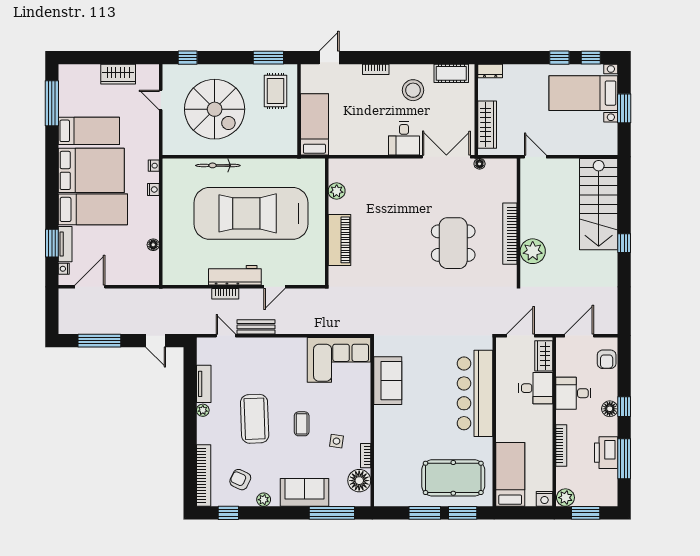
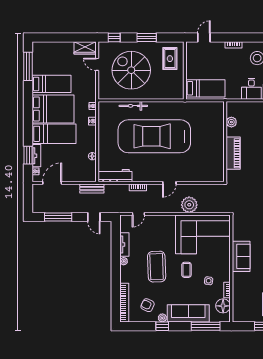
window: (268, 58) -> (147, 37), moved
wardrobe: (118, 74) -> (85, 48), moved
spiral stairs: (215, 109) -> (131, 70), turned 180
bed: (314, 124) -> (205, 88), moved, turned 90
plant: (337, 191) -> (231, 122), moved
wall: (327, 222) -> (225, 142), moved
piano: (339, 240) -> (233, 153), moved
workbench: (235, 275) -> (115, 176), moved
plant: (306, 321) -> (189, 205), added
bench: (256, 327) -> (92, 189), moved
door: (226, 336) -> (138, 214), swing flipped
corner sofa: (339, 360) -> (203, 234), width x1.36, depth x1.36
sofa: (388, 381) -> (241, 256), moved
sofa: (304, 492) -> (188, 313), width x1.36
window: (228, 513) -> (162, 326), moved

